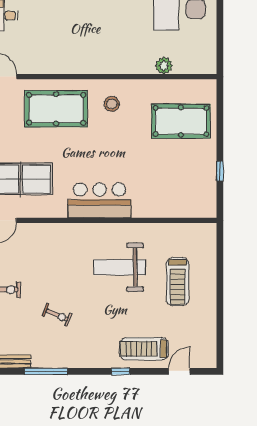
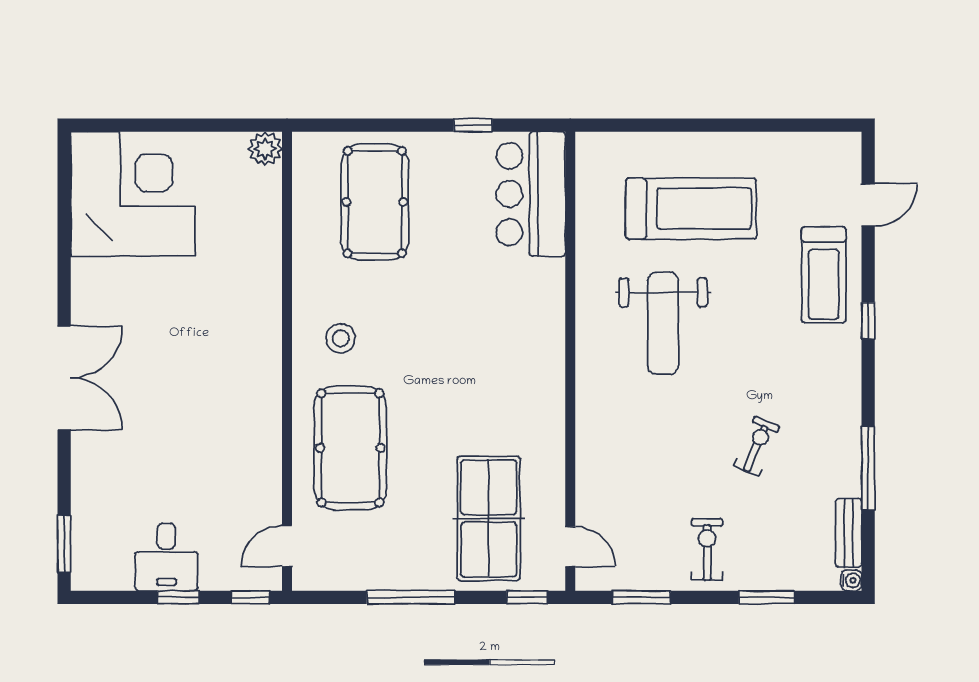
plant: (164, 66) -> (265, 149), moved
bar counter: (100, 200) -> (531, 194), moved
treadmill: (178, 282) -> (691, 209), width x1.37, depth x1.37
door: (179, 371) -> (868, 205), swing flipped

